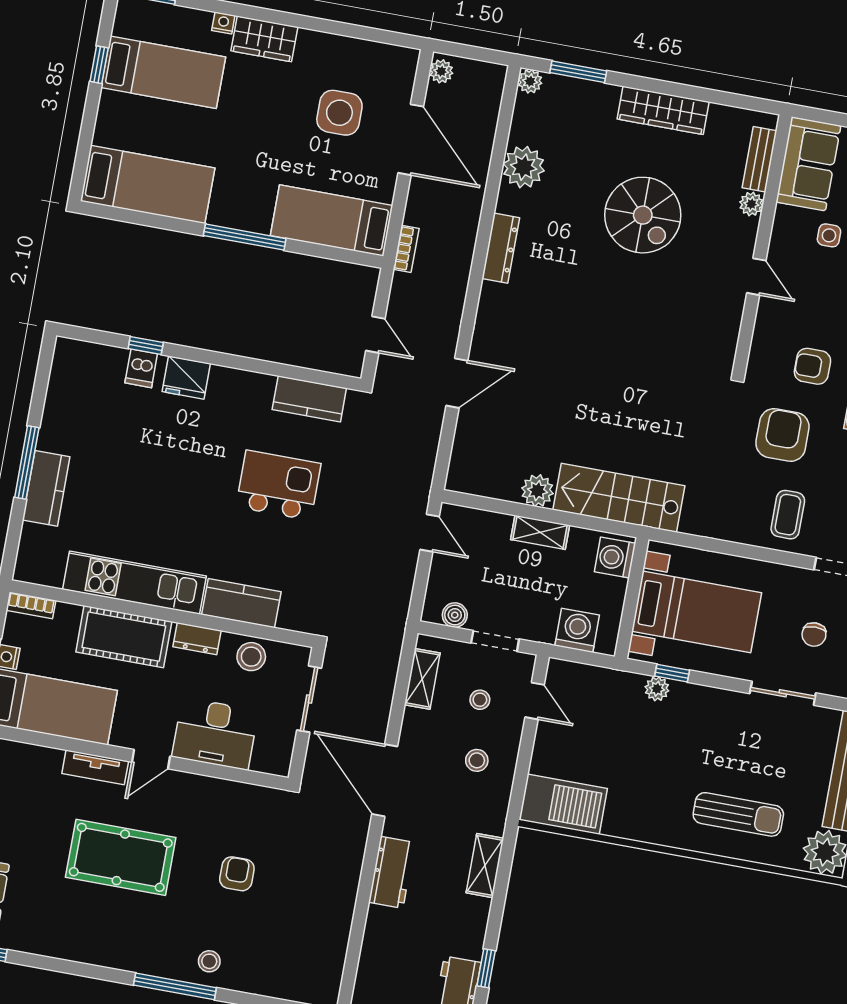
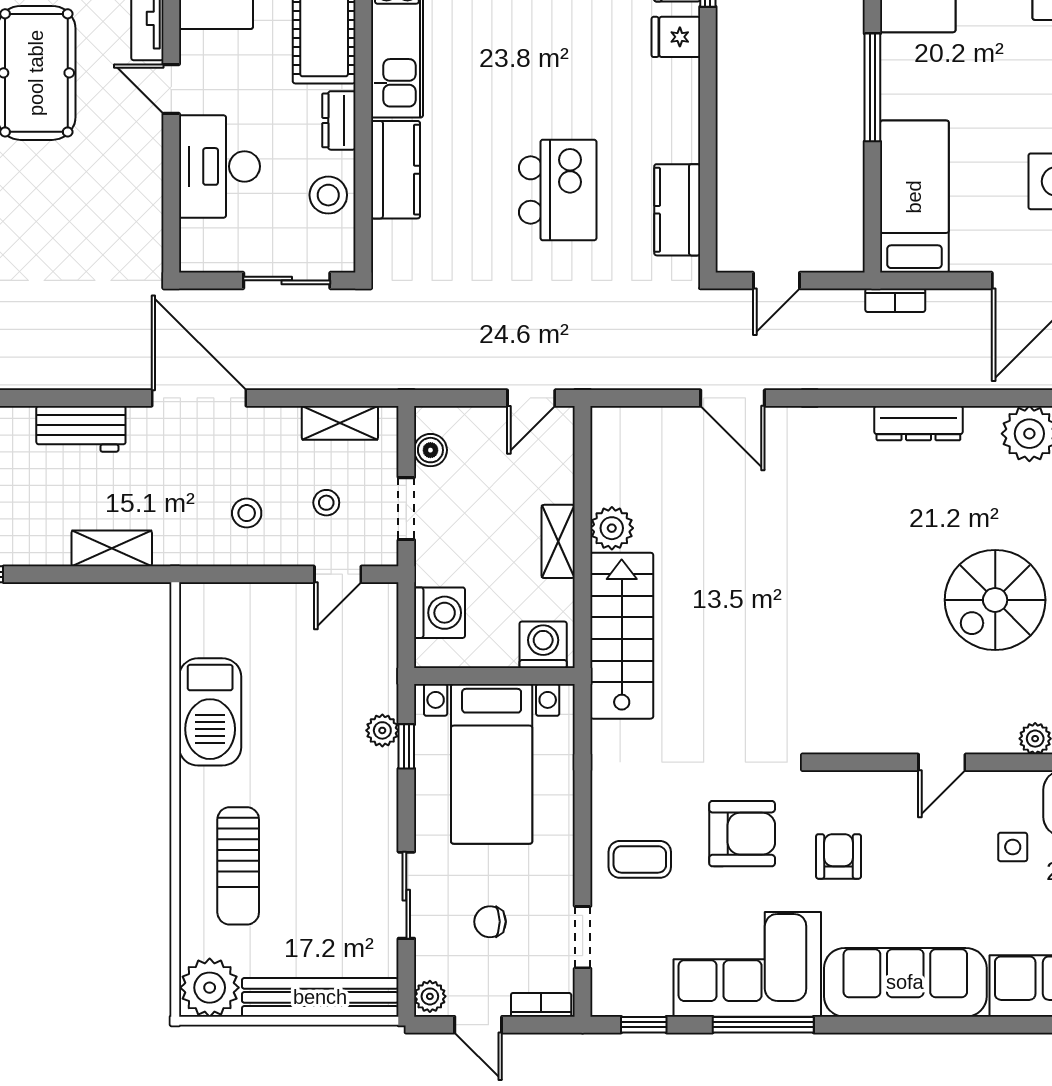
fridge: (186, 378) -> (676, 37), width x0.72
door: (385, 780) -> (199, 398), hinge flipped
barbecue: (563, 804) -> (210, 712), moved
armchair: (237, 874) -> (42, 228), removed

